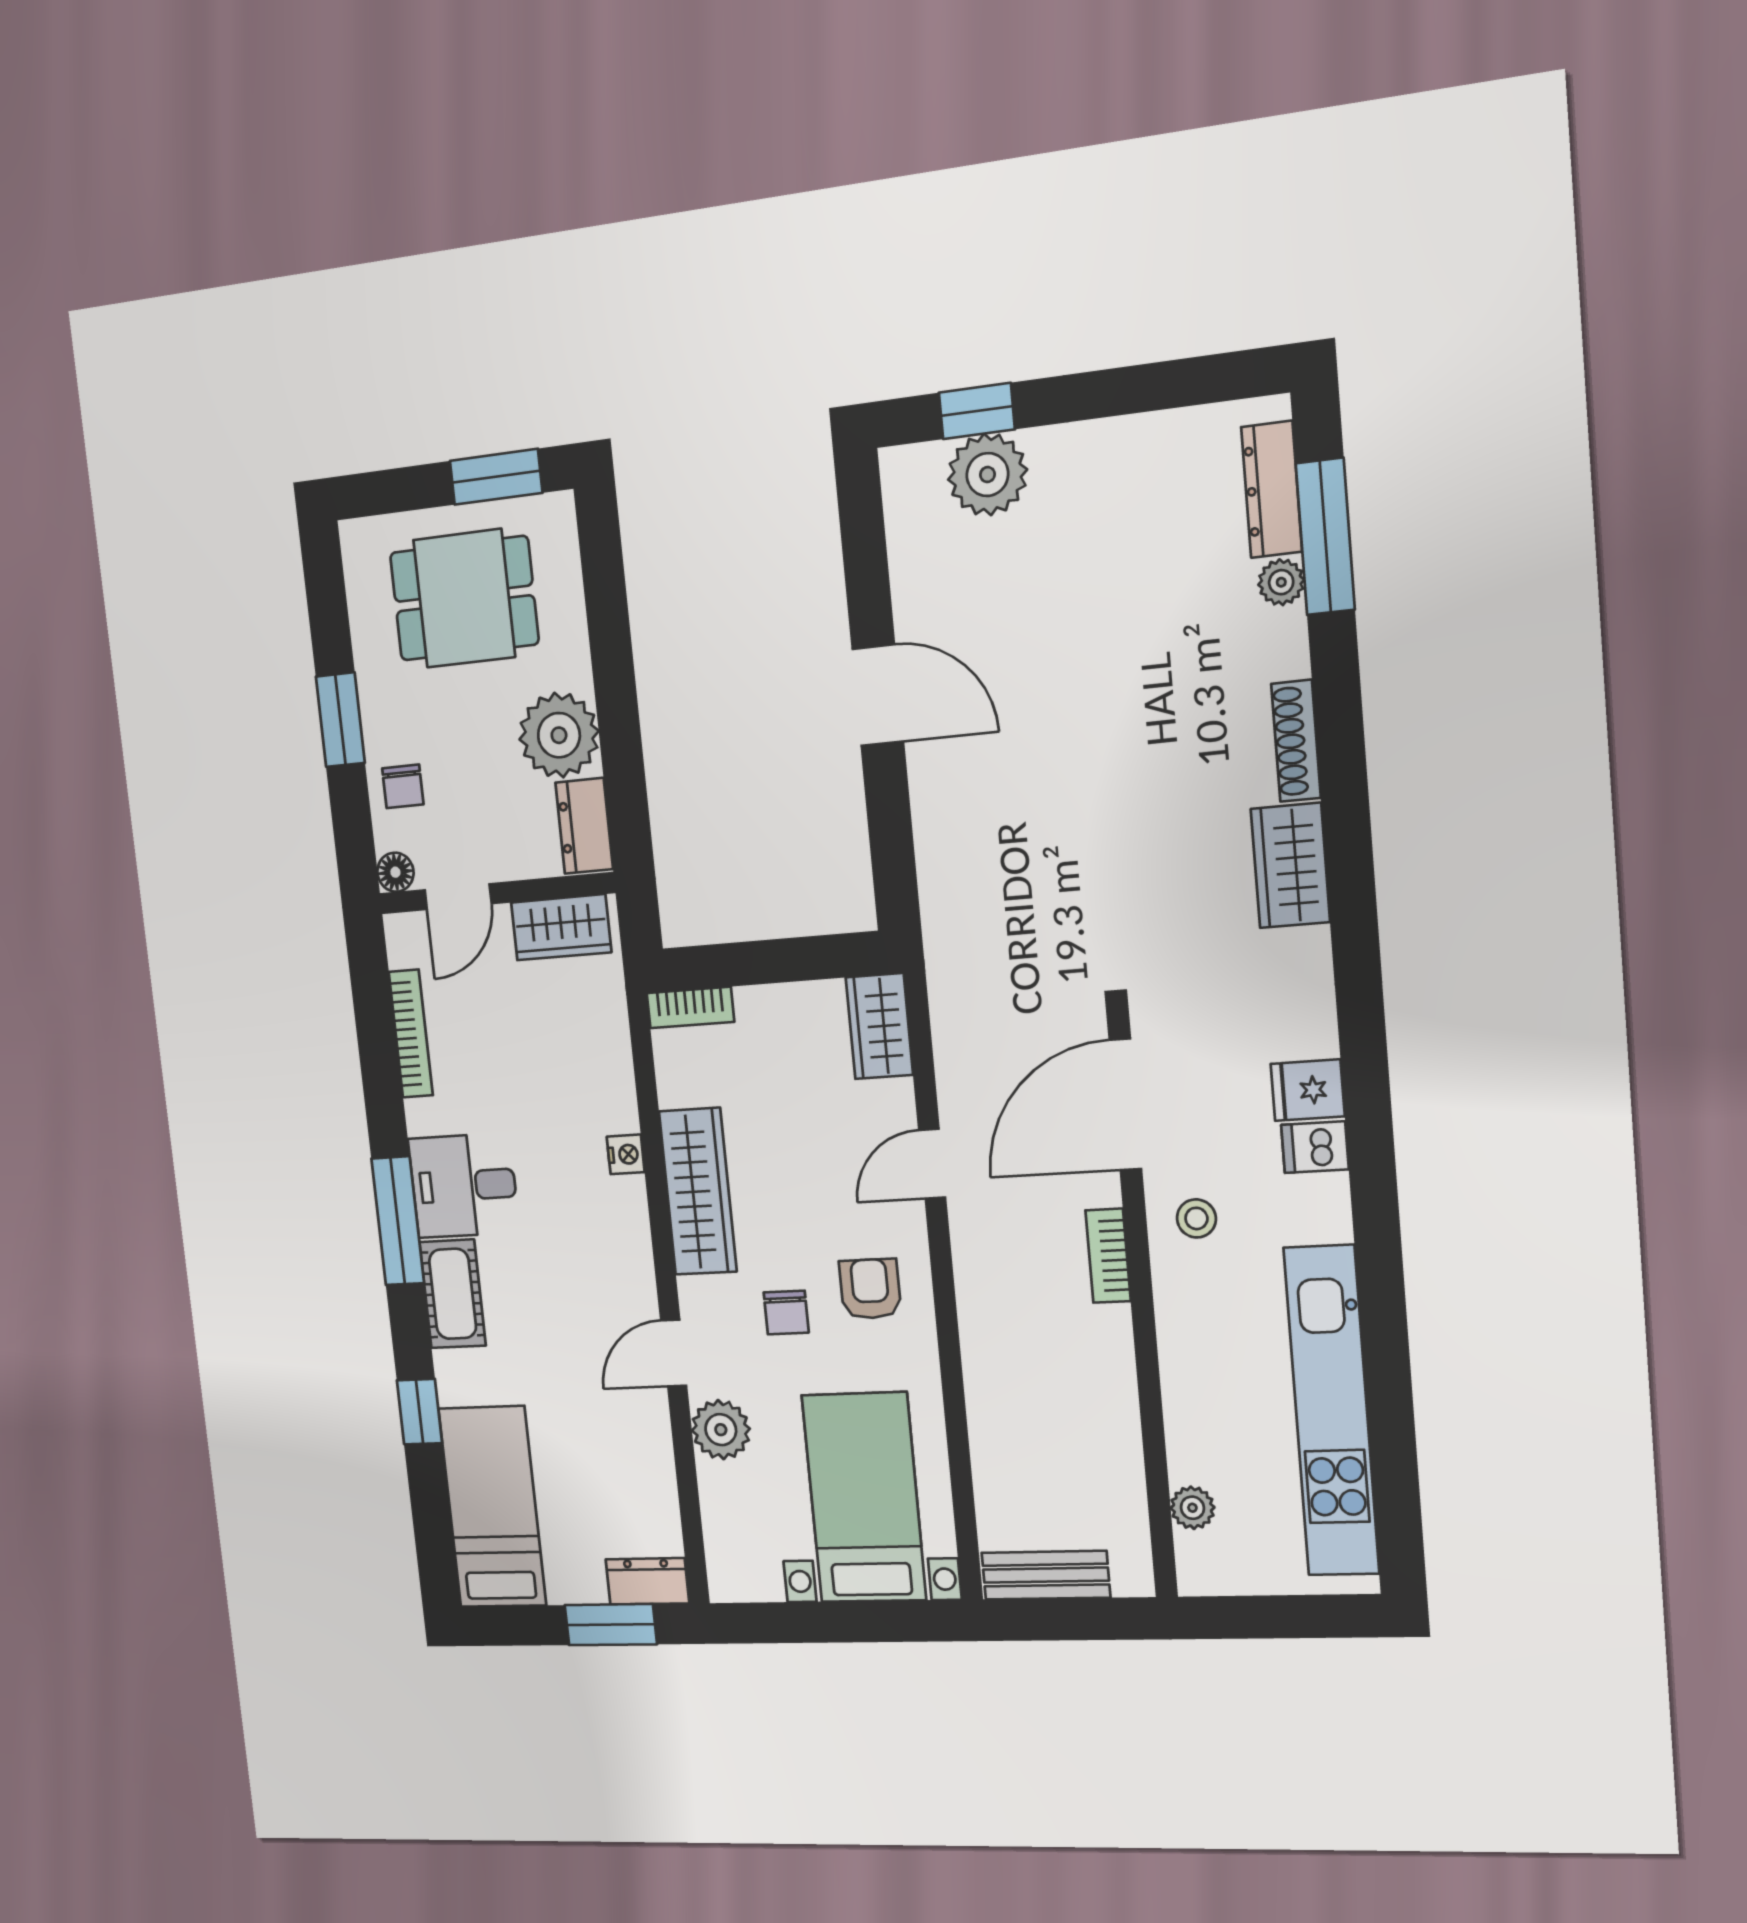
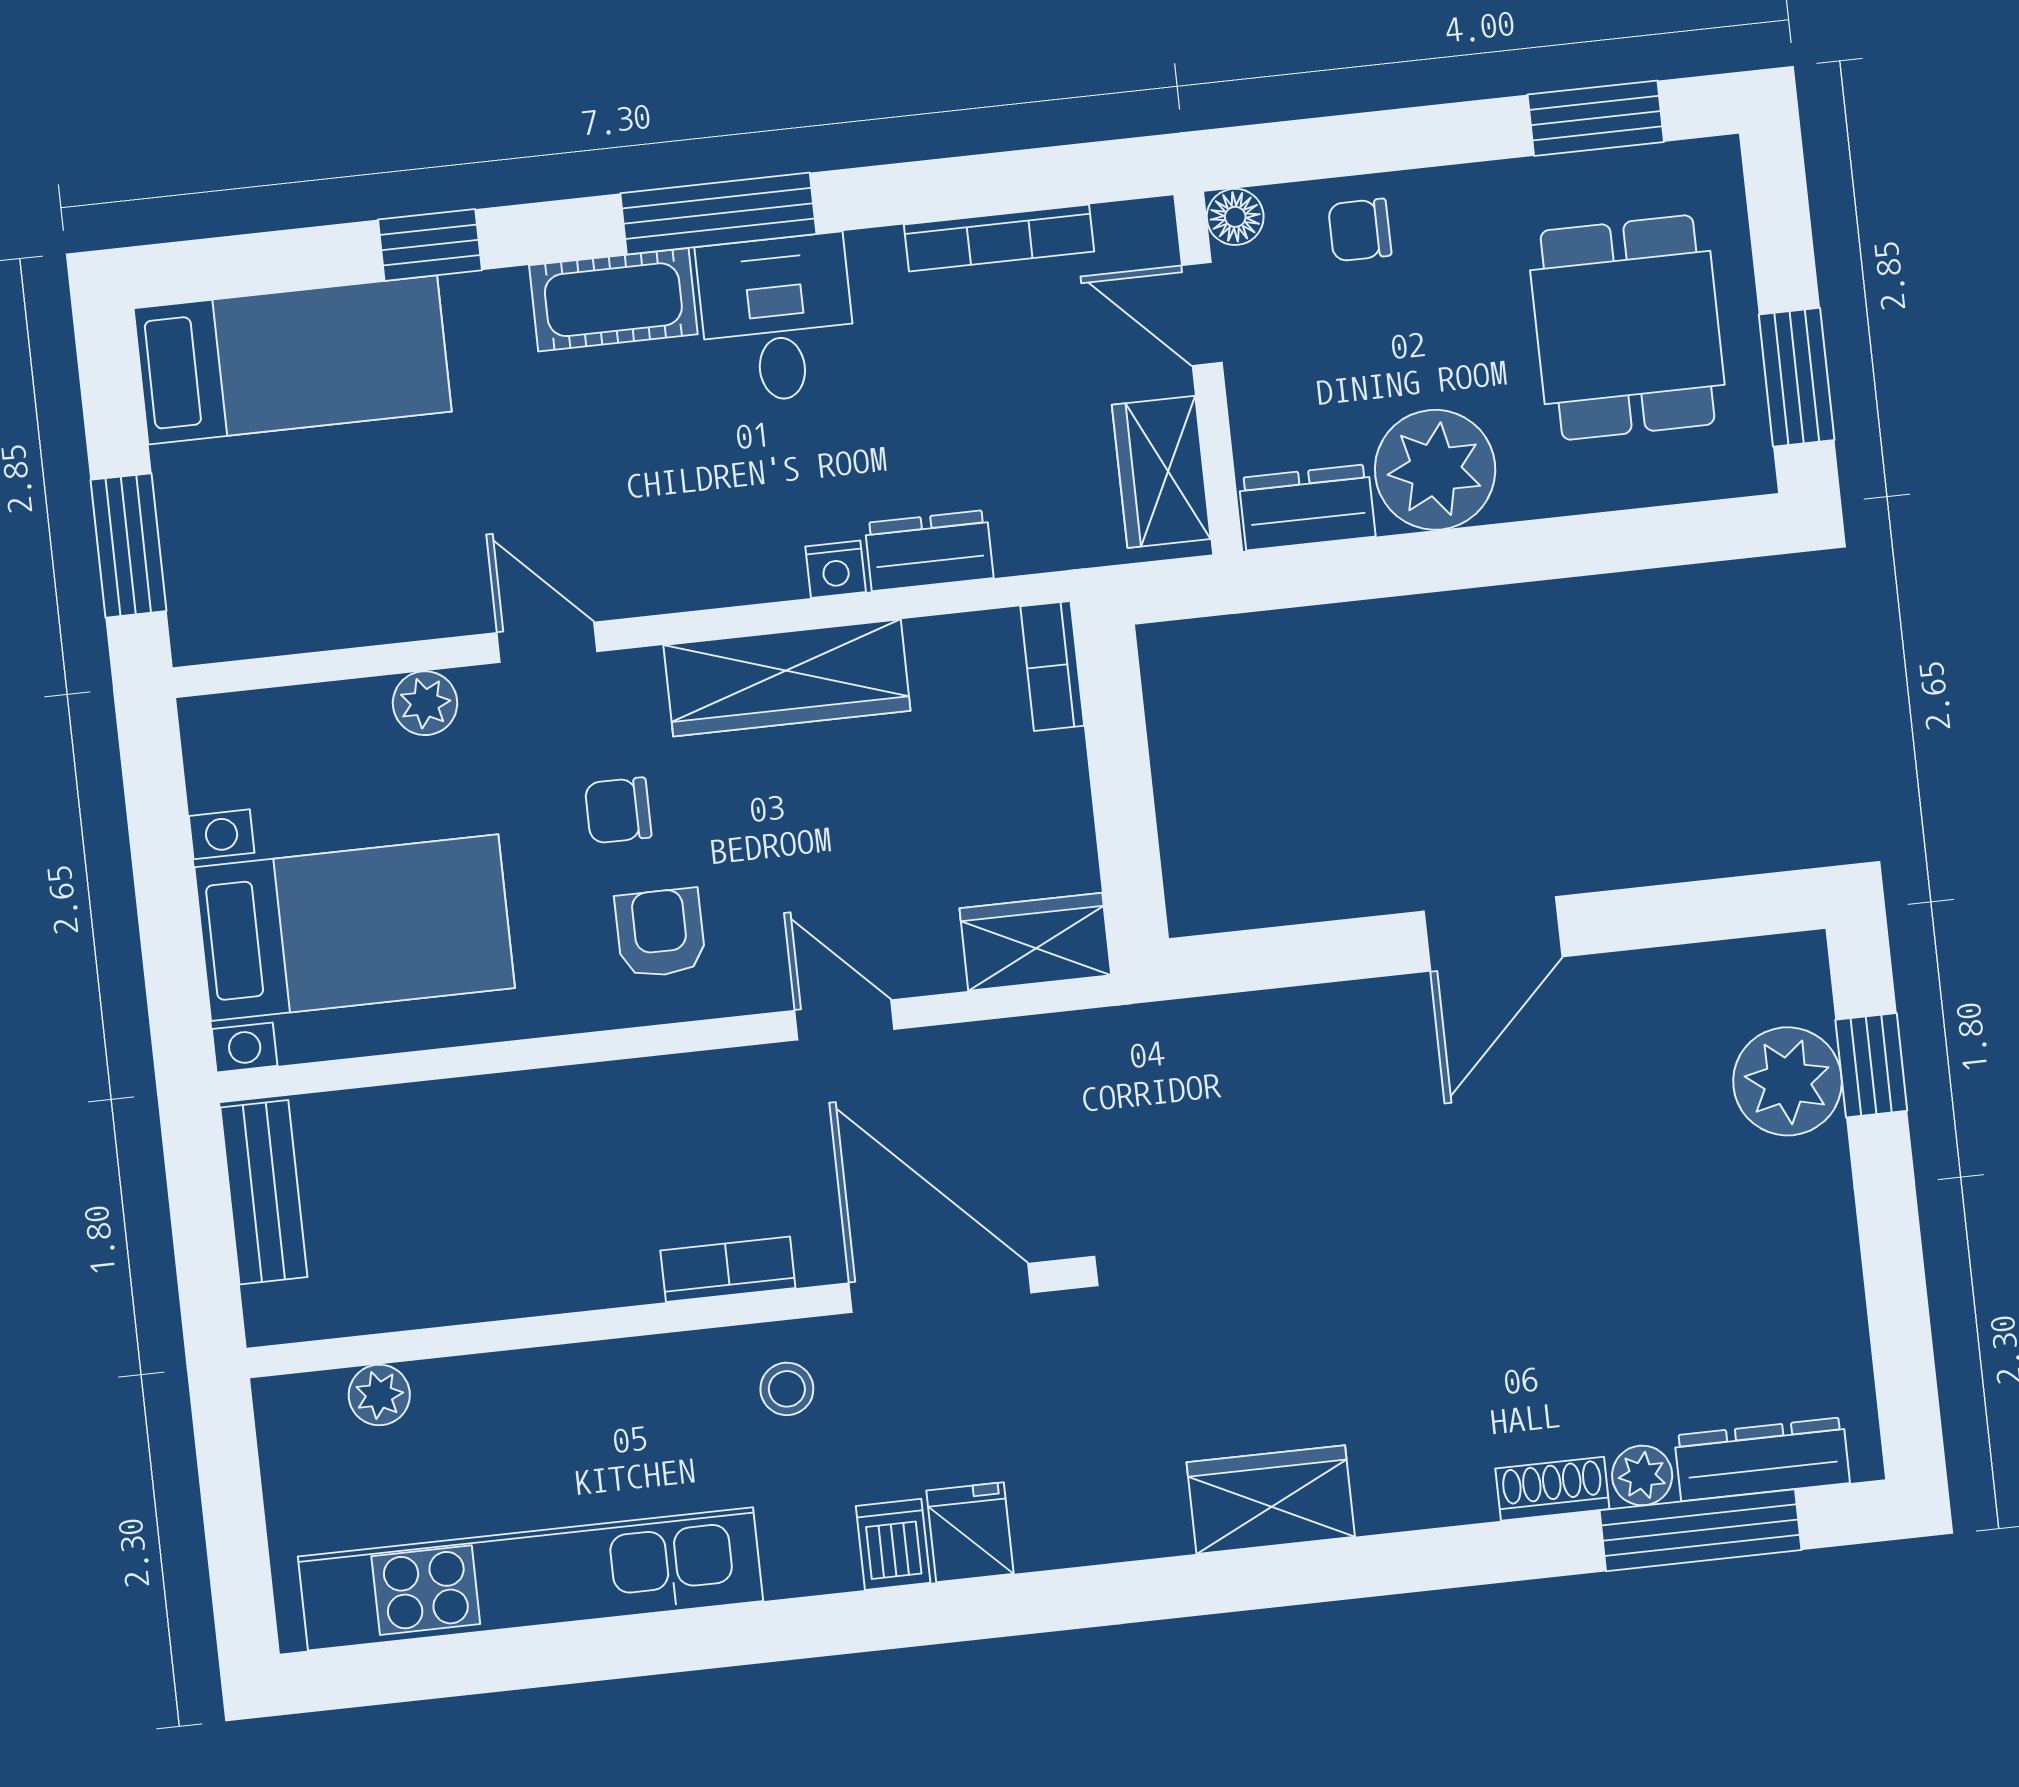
window: (340, 720) -> (1596, 118), moved
shoe rack: (1296, 741) -> (1552, 1489), moved, width x0.70
armchair: (870, 1289) -> (660, 933), turned -90
plant: (721, 1430) -> (425, 703), width x0.73, depth x0.73
dresser: (647, 1581) -> (929, 551), moved, turned -90

